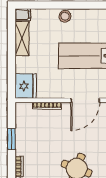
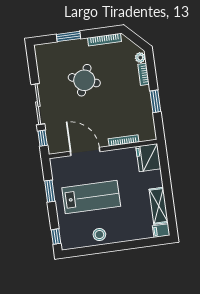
stool: (65, 16) -> (99, 235), moved
door: (85, 100) -> (85, 151), hinge flipped

